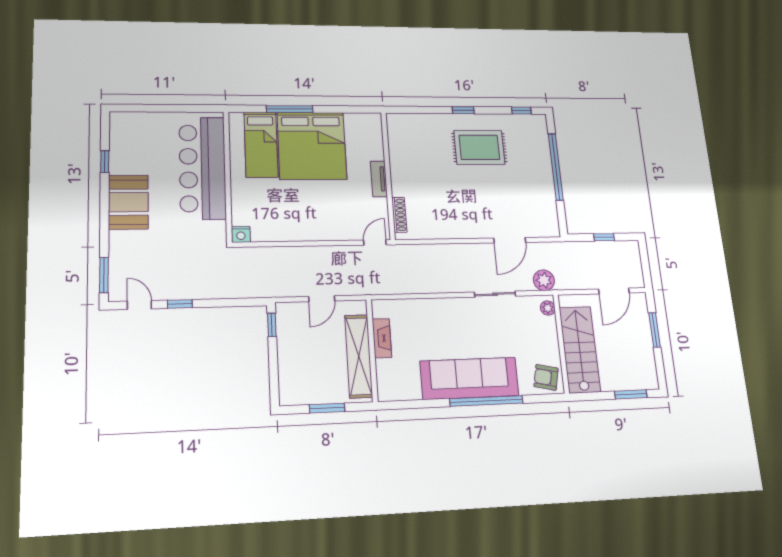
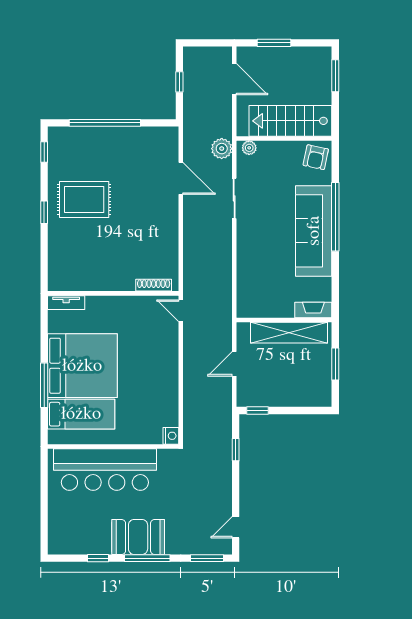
rug: (479, 147) -> (84, 199), turned 90
tv unit: (379, 179) -> (66, 303), moved
window: (104, 212) -> (147, 558), added
door: (322, 299) -> (234, 364), swing flipped
window: (180, 304) -> (236, 450), moved
fireplace: (382, 338) -> (313, 310), moved

